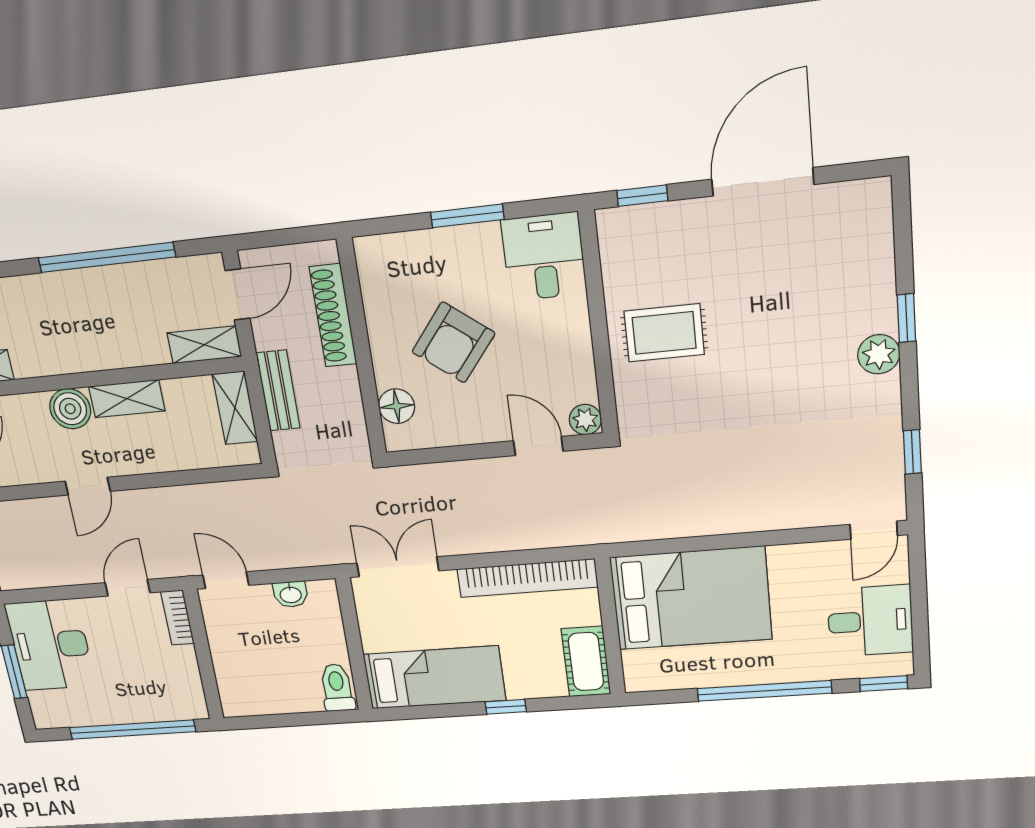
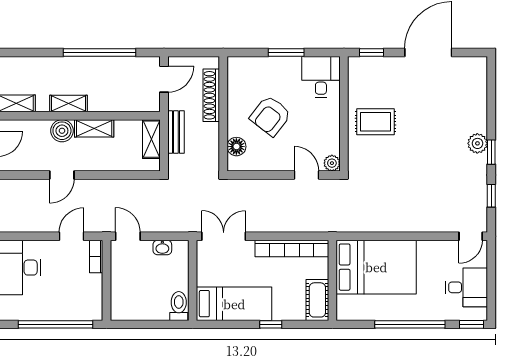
window: (906, 318) -> (491, 152), moved
shelving: (204, 345) -> (68, 104), moved

